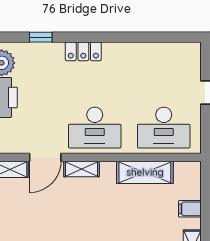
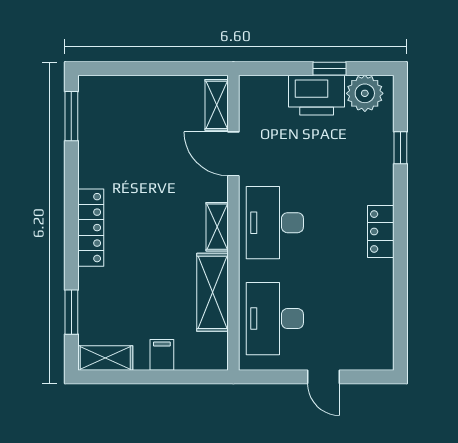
locker: (83, 51) -> (381, 232), moved
shelving: (81, 169) -> (217, 227), moved

